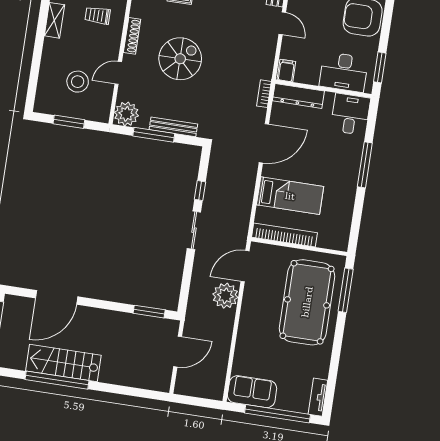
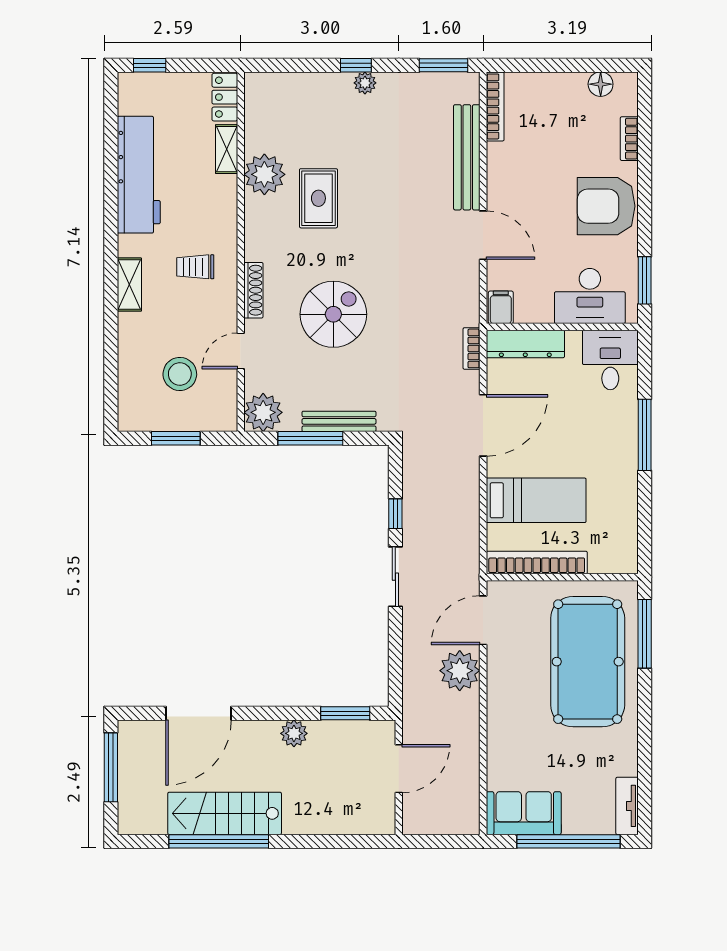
door: (282, 23) -> (483, 235), width x1.38
plant: (115, 319) -> (294, 733), added

